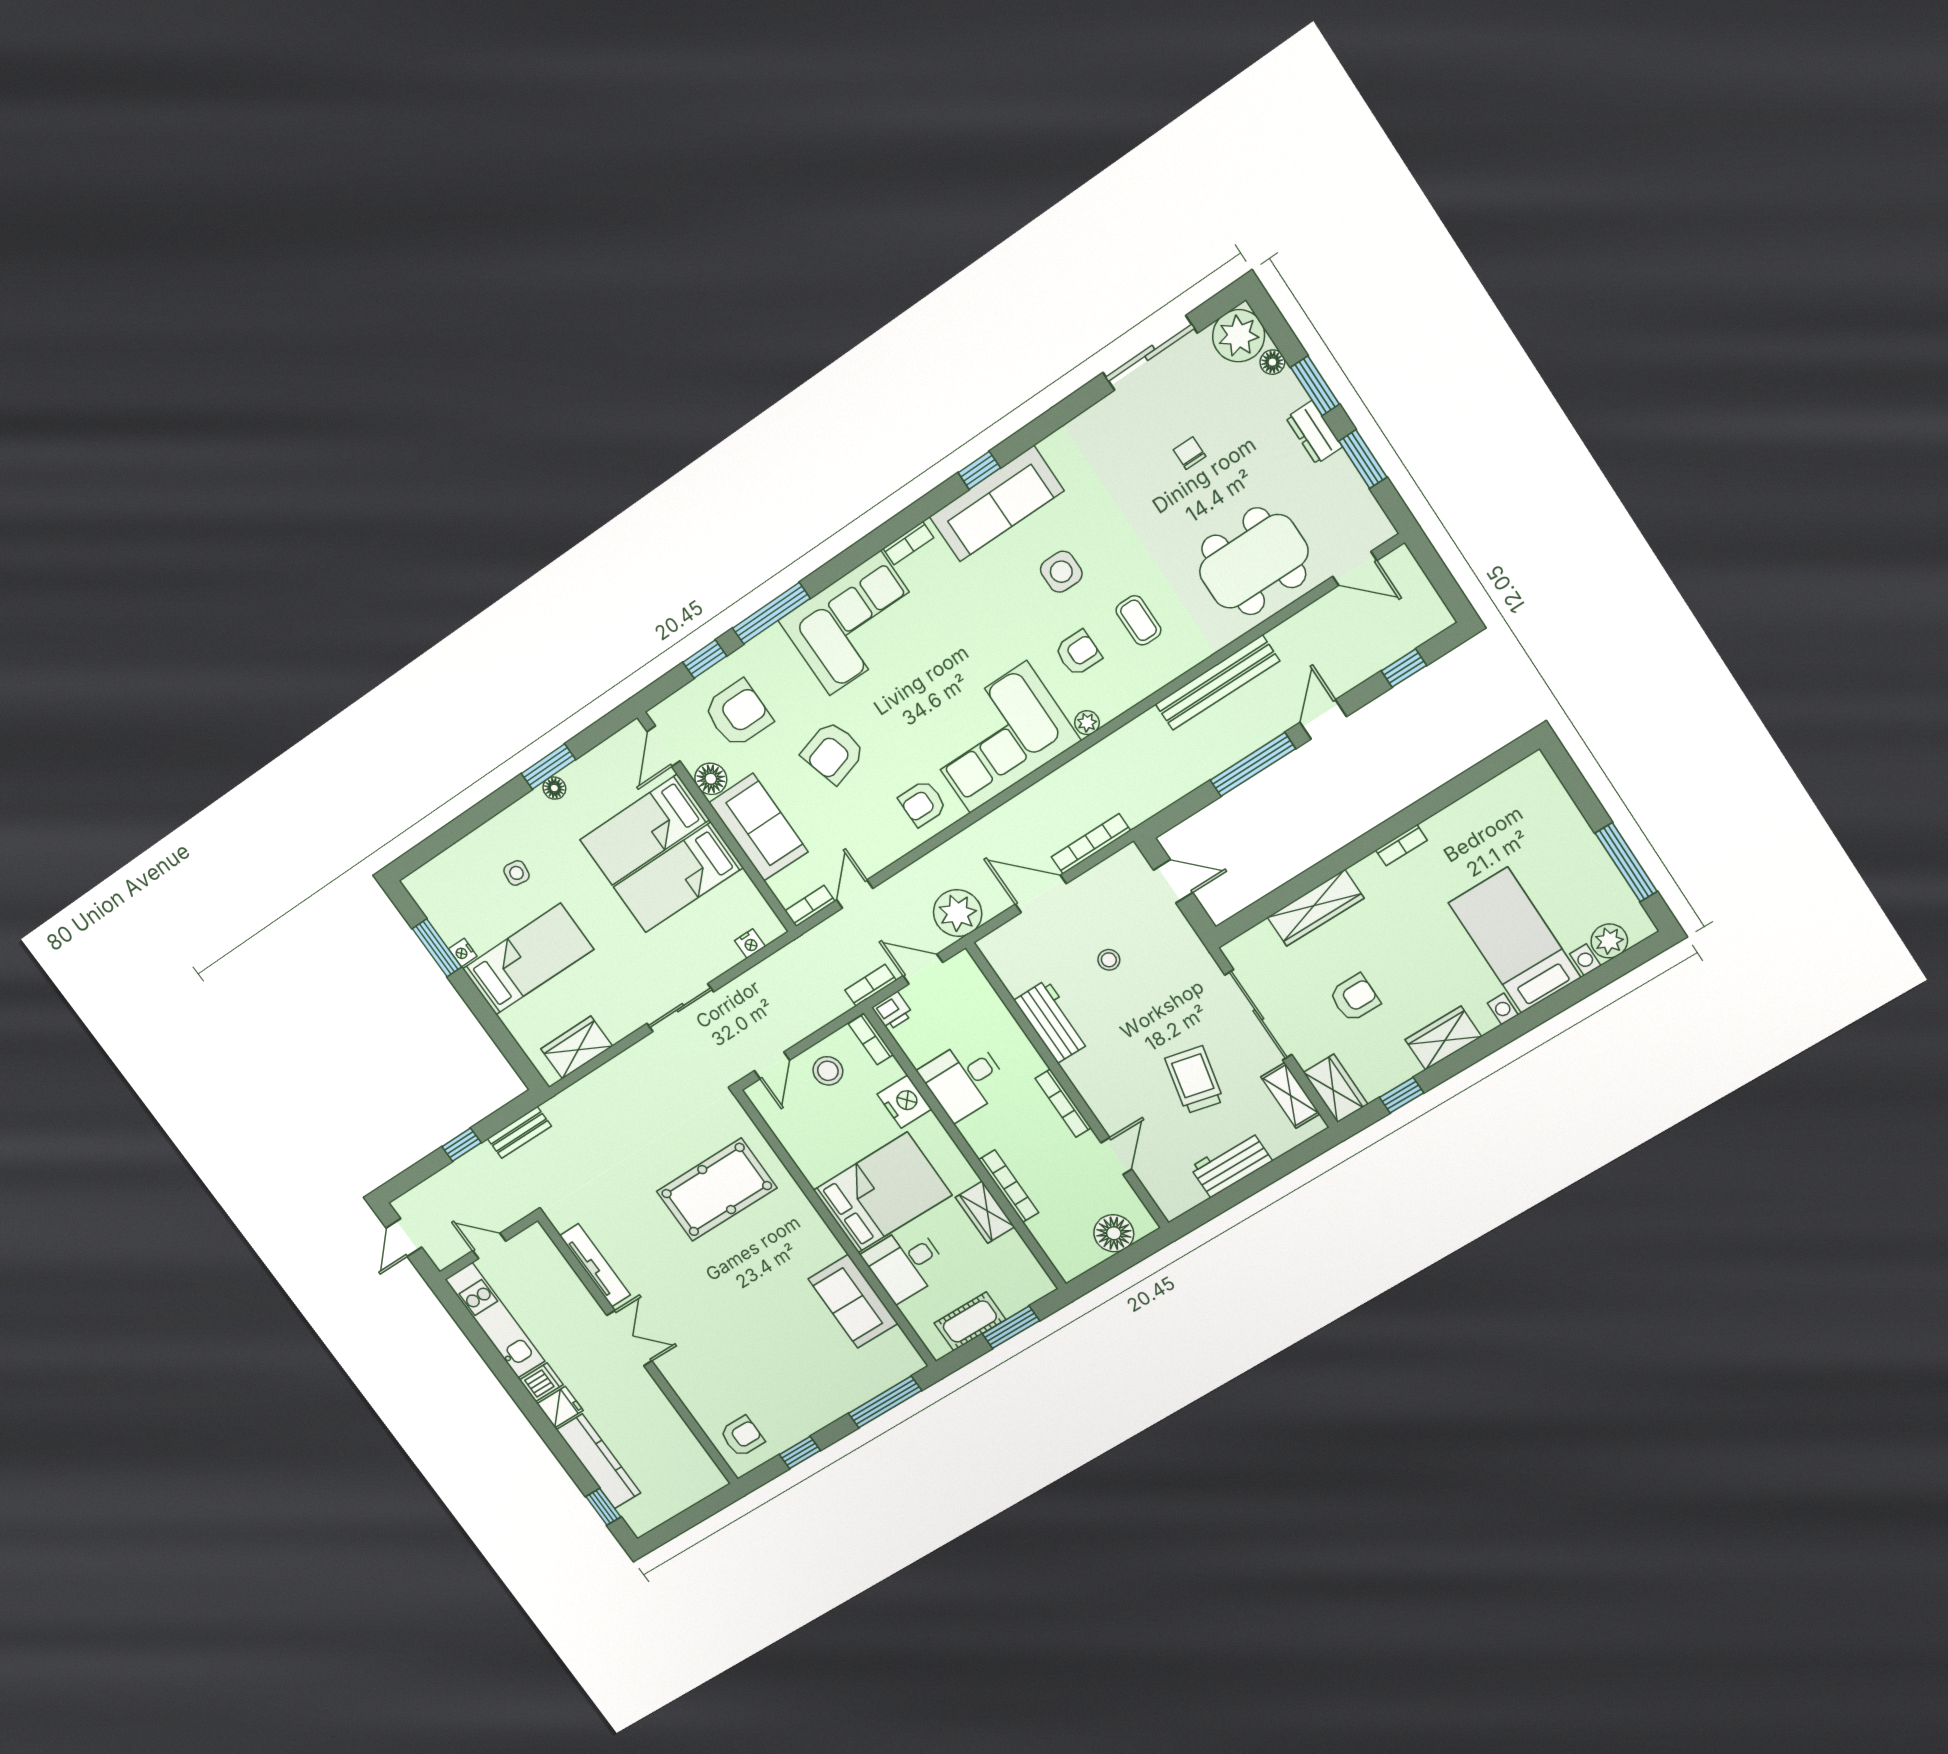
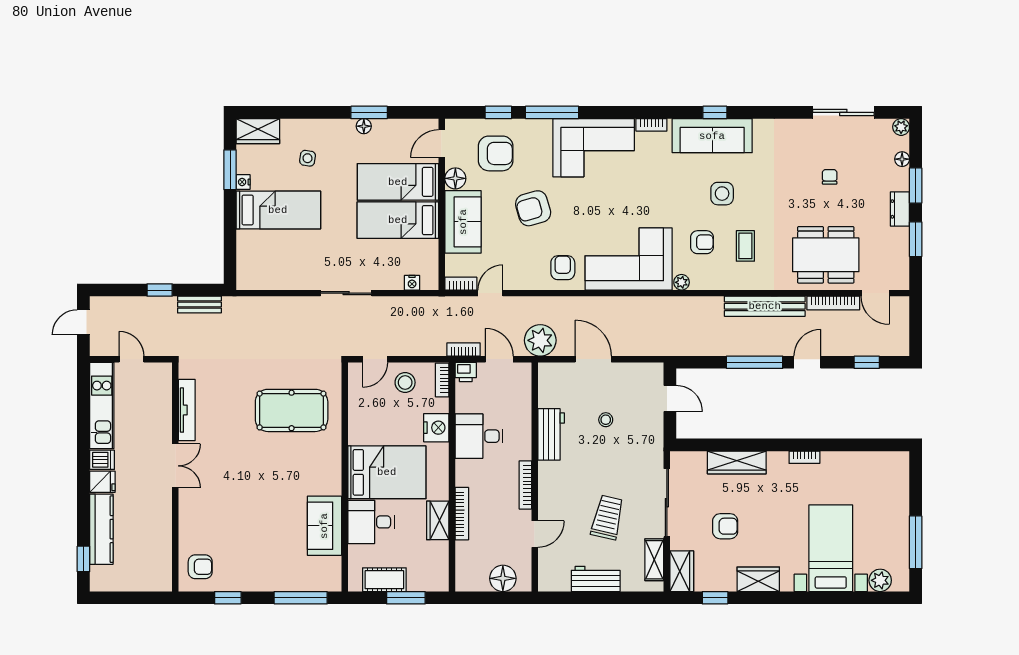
plant: (1239, 336) -> (901, 127), width x0.53, depth x0.53
armchair: (922, 803) -> (563, 268), turned 90
bookcase: (1091, 844) -> (833, 303), moved, turned 180
wardrobe: (577, 1047) -> (258, 131), moved, turned 180

